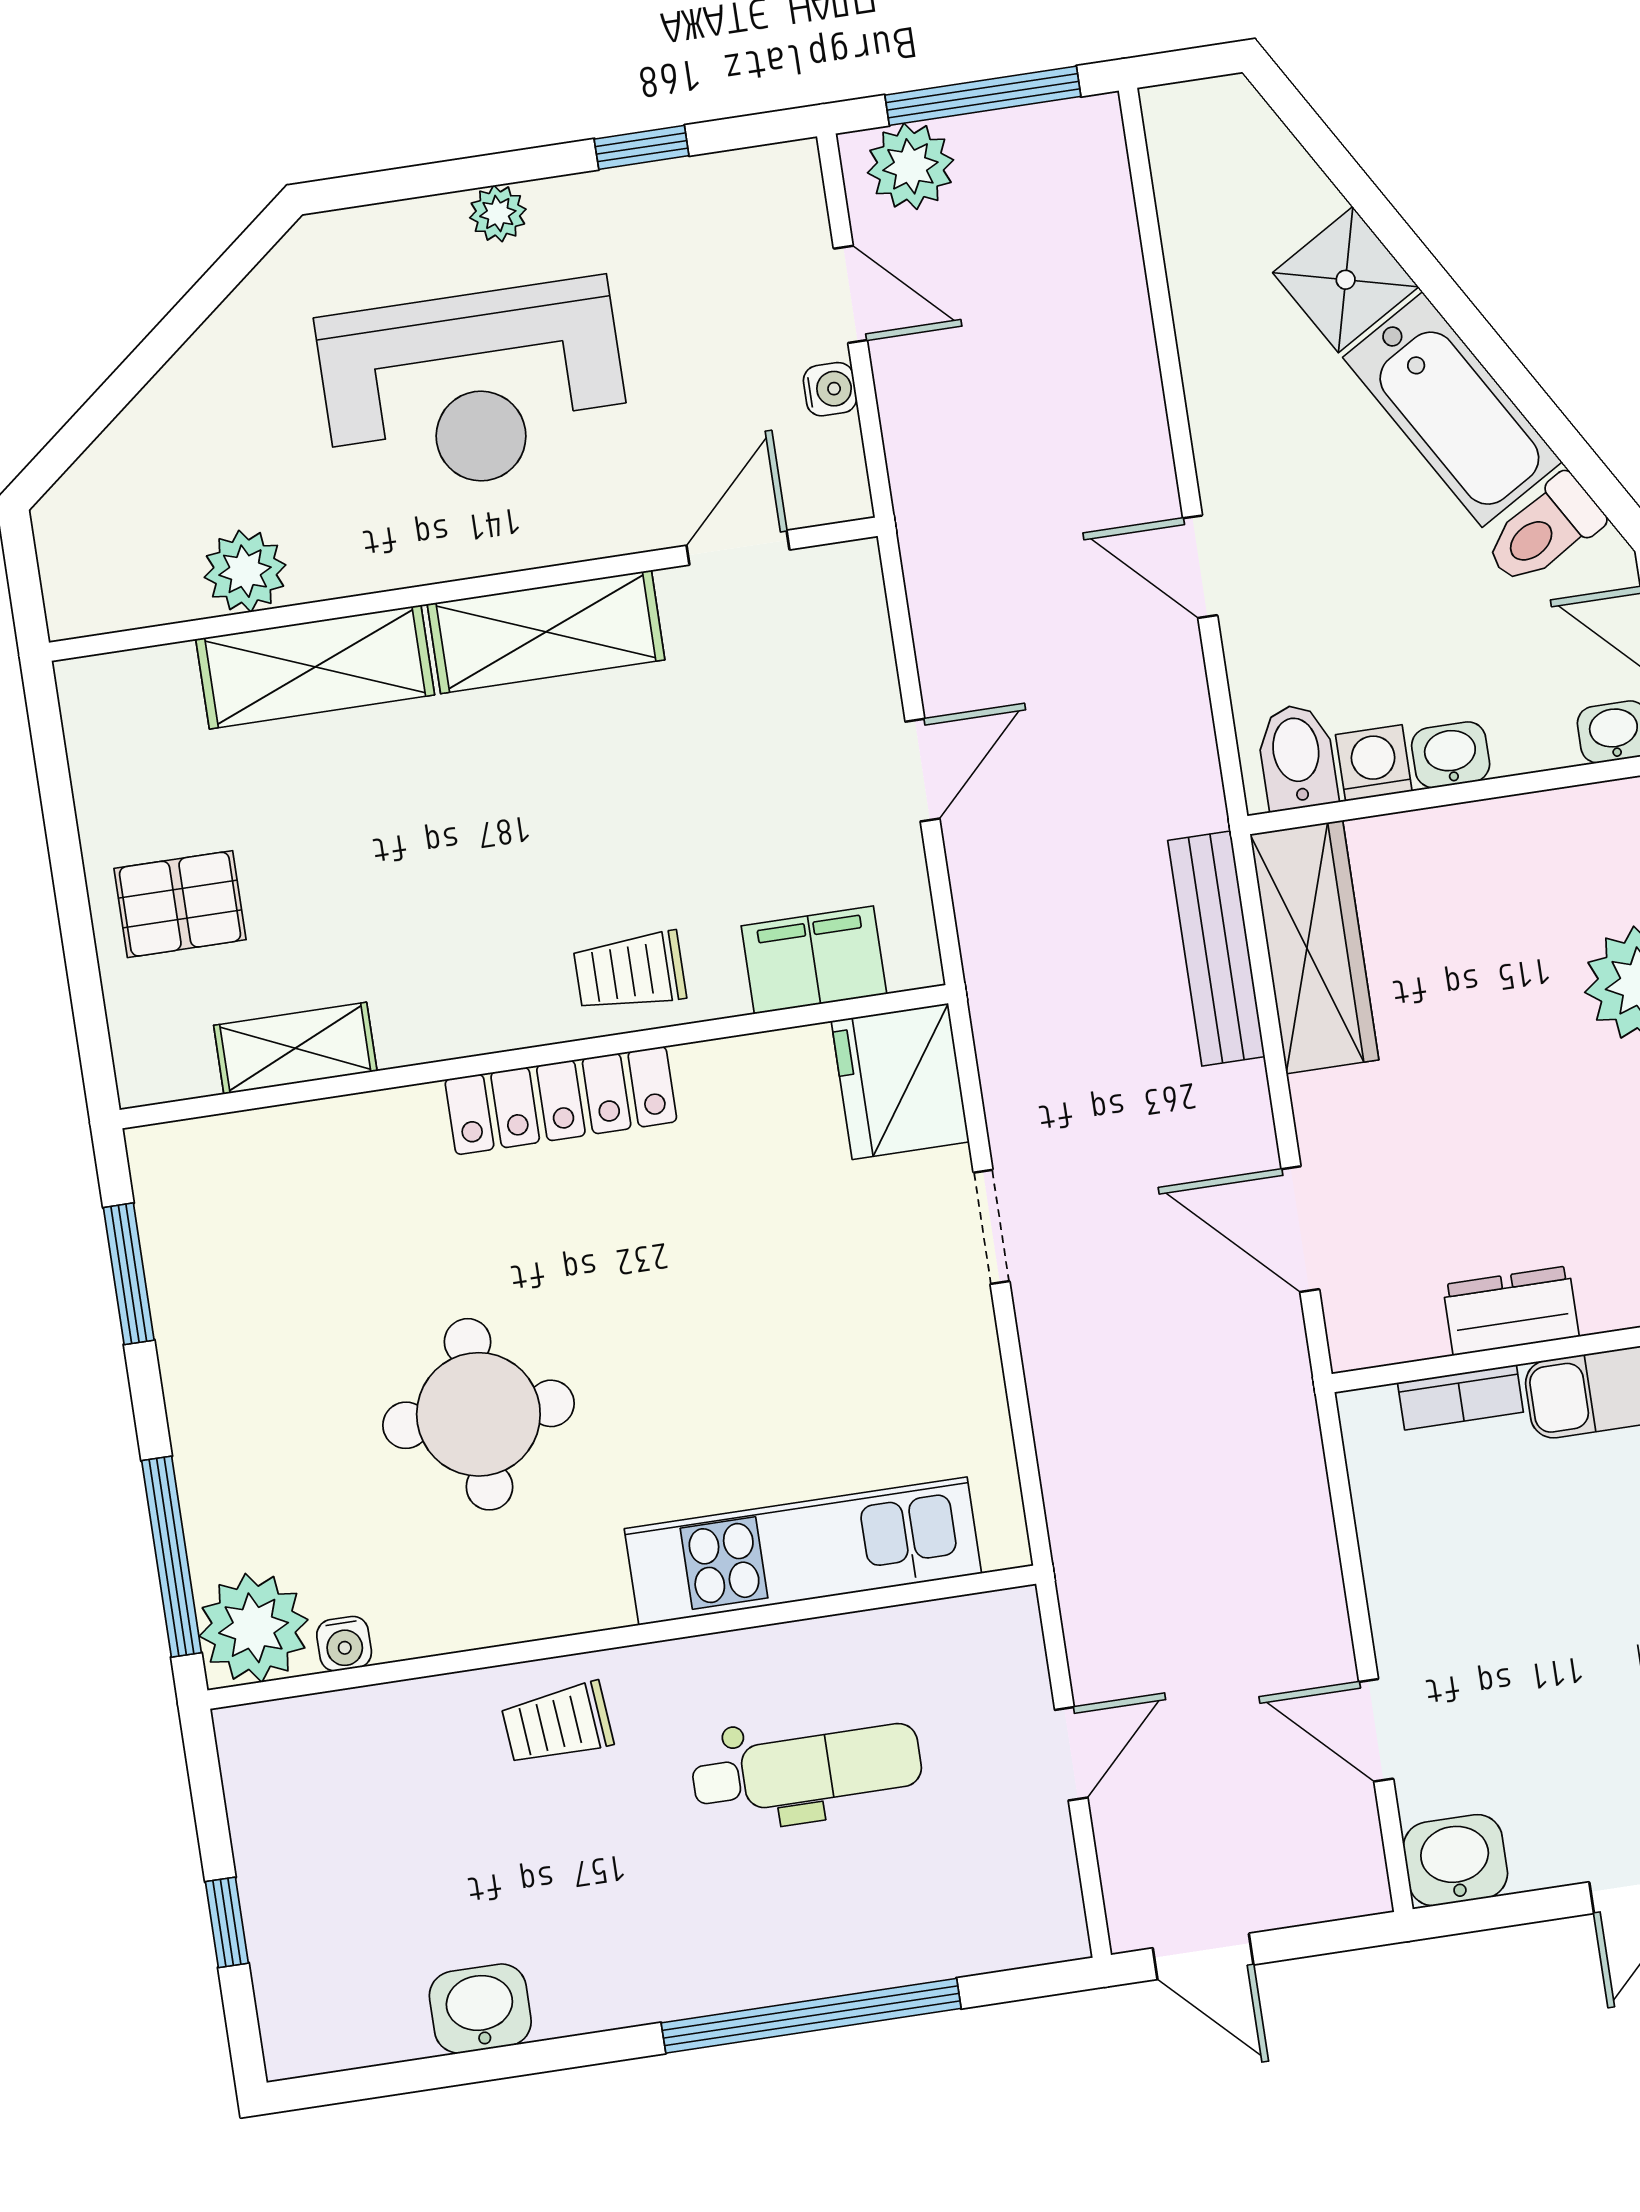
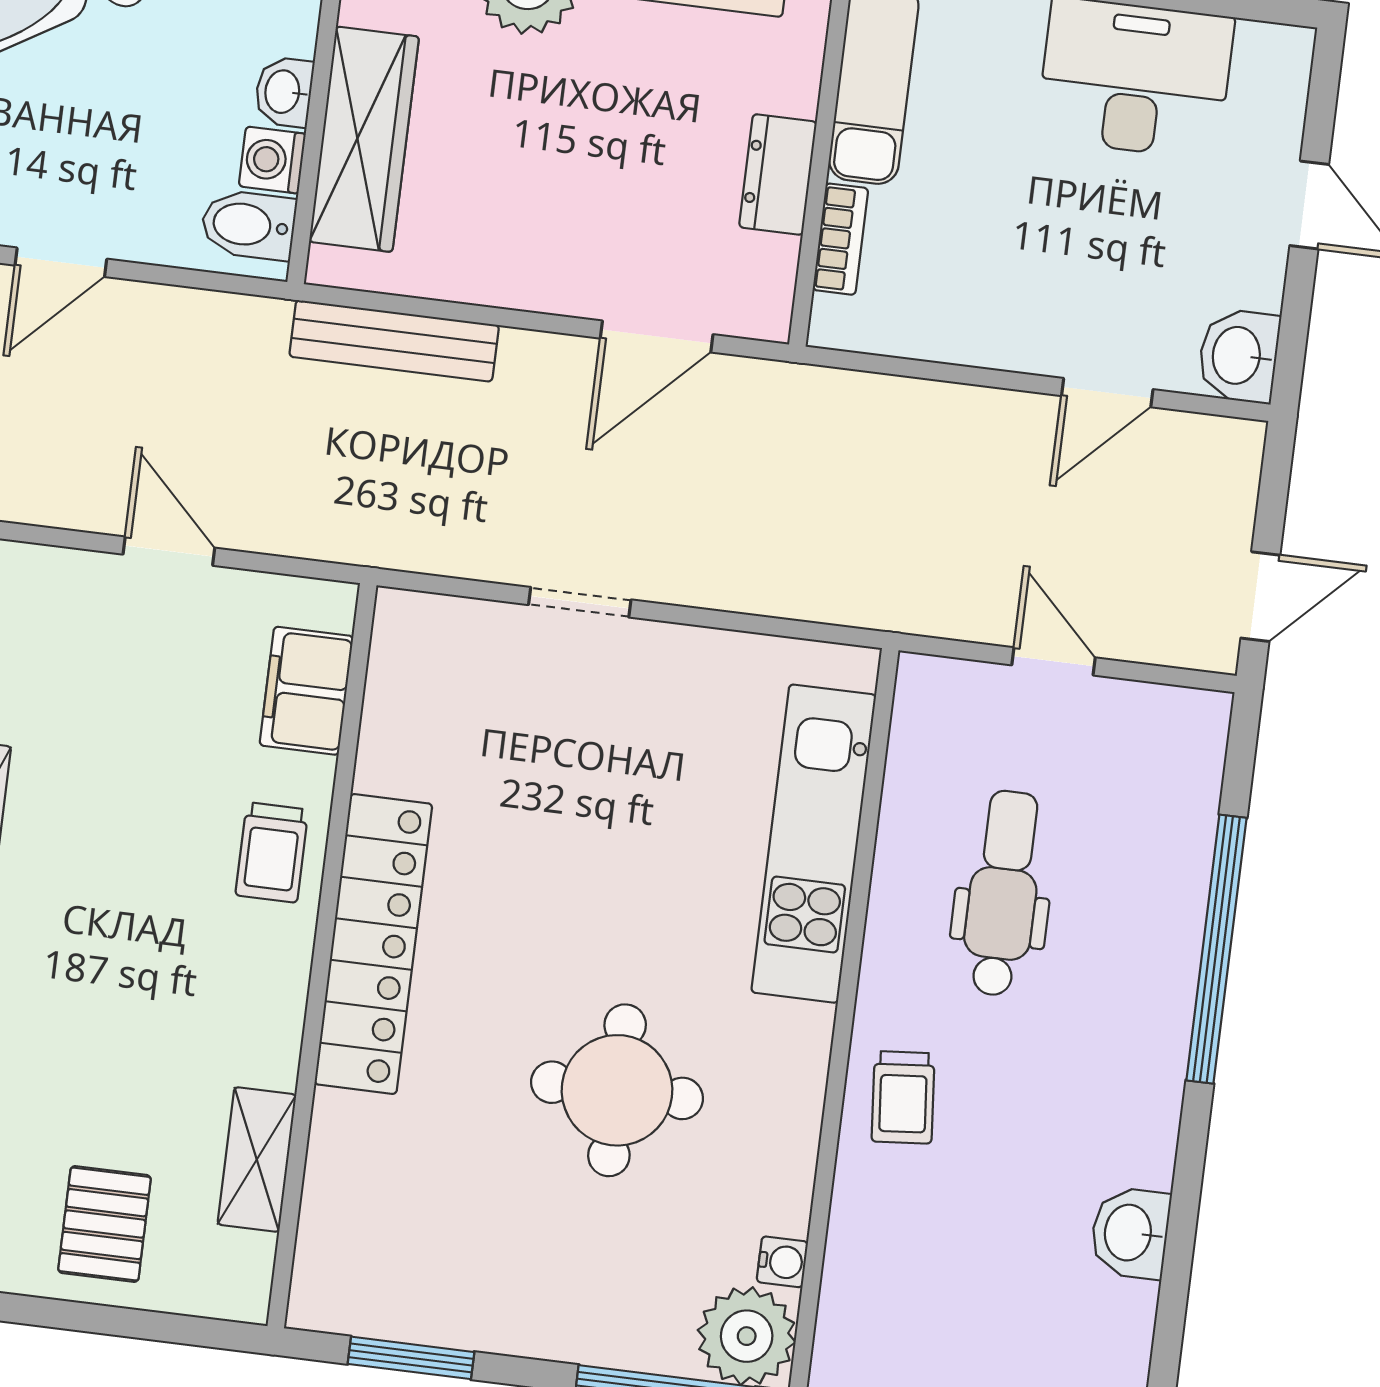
wardrobe: (1314, 947) -> (364, 139), moved, turned 90
fridge: (900, 1081) -> (432, 646), removed
locker: (561, 1101) -> (373, 944), width x1.41, depth x1.21

